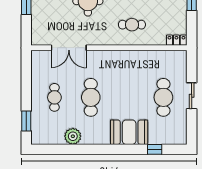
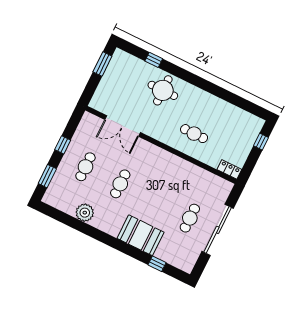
window: (26, 88) -> (63, 145), added
sliding door: (192, 96) -> (218, 230), width x1.86
cafe table: (91, 97) -> (120, 184), width x0.73, depth x0.74
cafe table: (163, 97) -> (190, 218), width x0.73, depth x0.74

